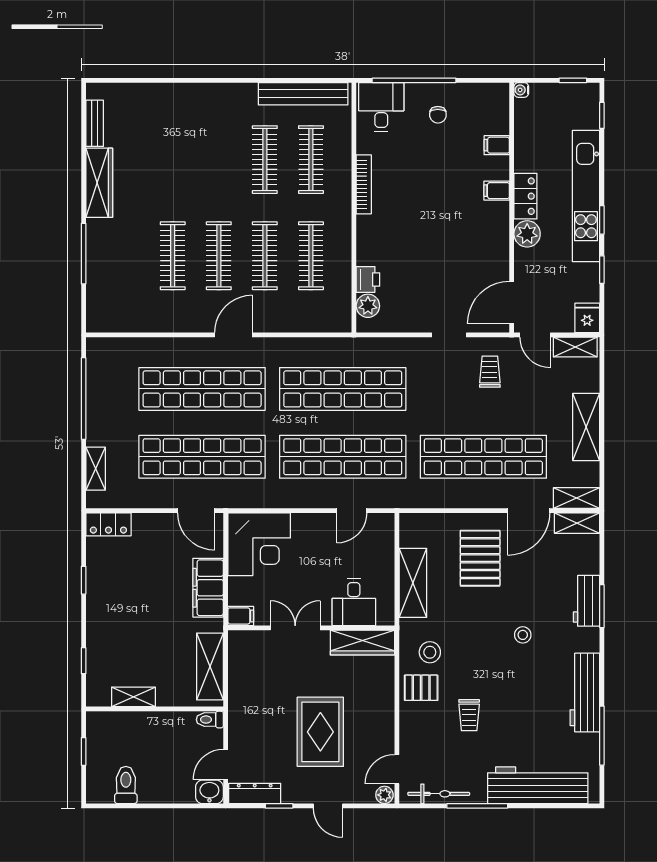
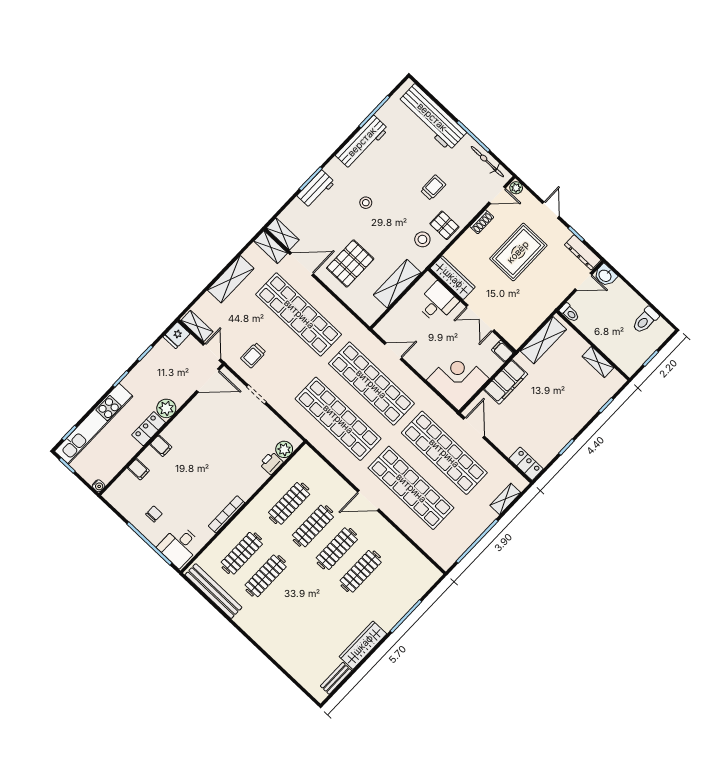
kitchen unit: (586, 196) -> (94, 424), moved
shoe rack: (387, 727) -> (482, 222), added

